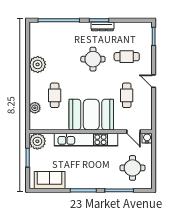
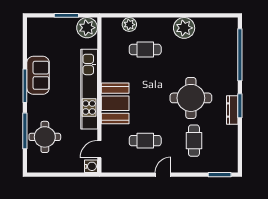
round table: (93, 59) -> (191, 98), width x1.36, depth x1.36
booth: (91, 115) -> (115, 103), width x0.73, depth x0.70
round table: (133, 168) -> (45, 137), moved
sofa: (50, 180) -> (38, 75), moved

